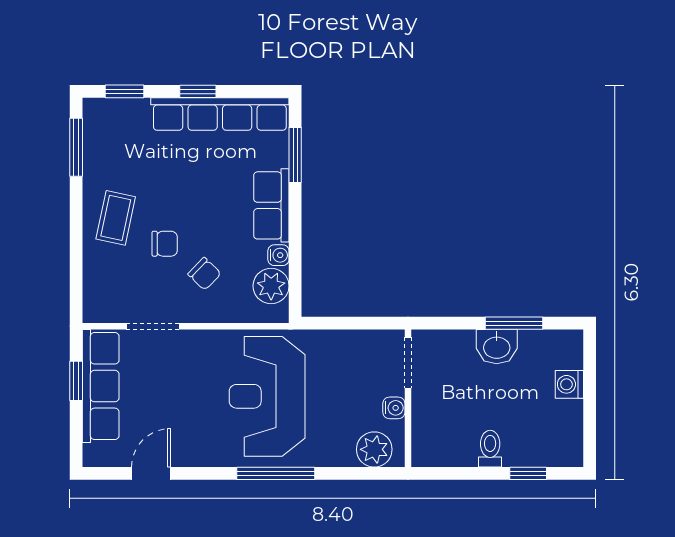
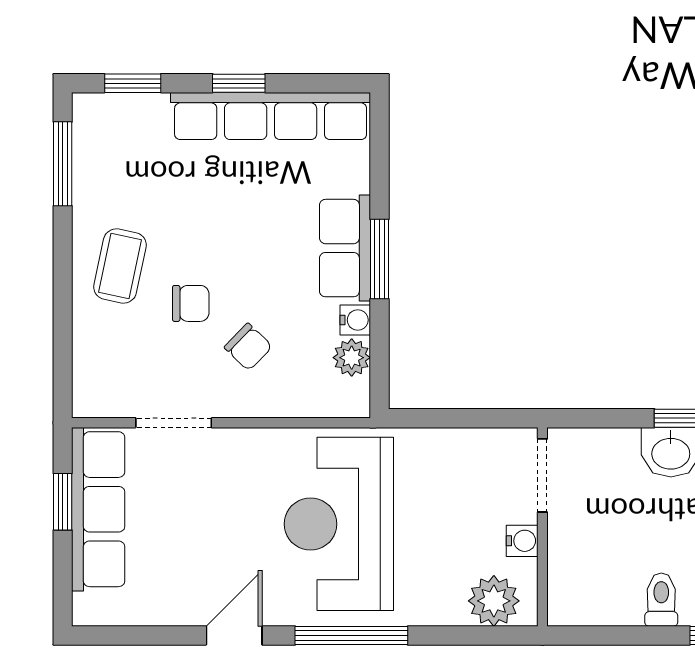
window: (295, 155) -> (379, 259), moved
plant: (271, 286) -> (352, 358), width x0.73, depth x0.73
door: (151, 473) -> (234, 636), moved

